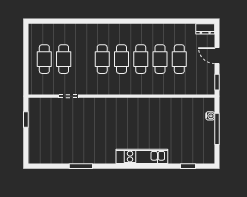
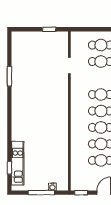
kitchen unit: (142, 156) -> (18, 163), moved

